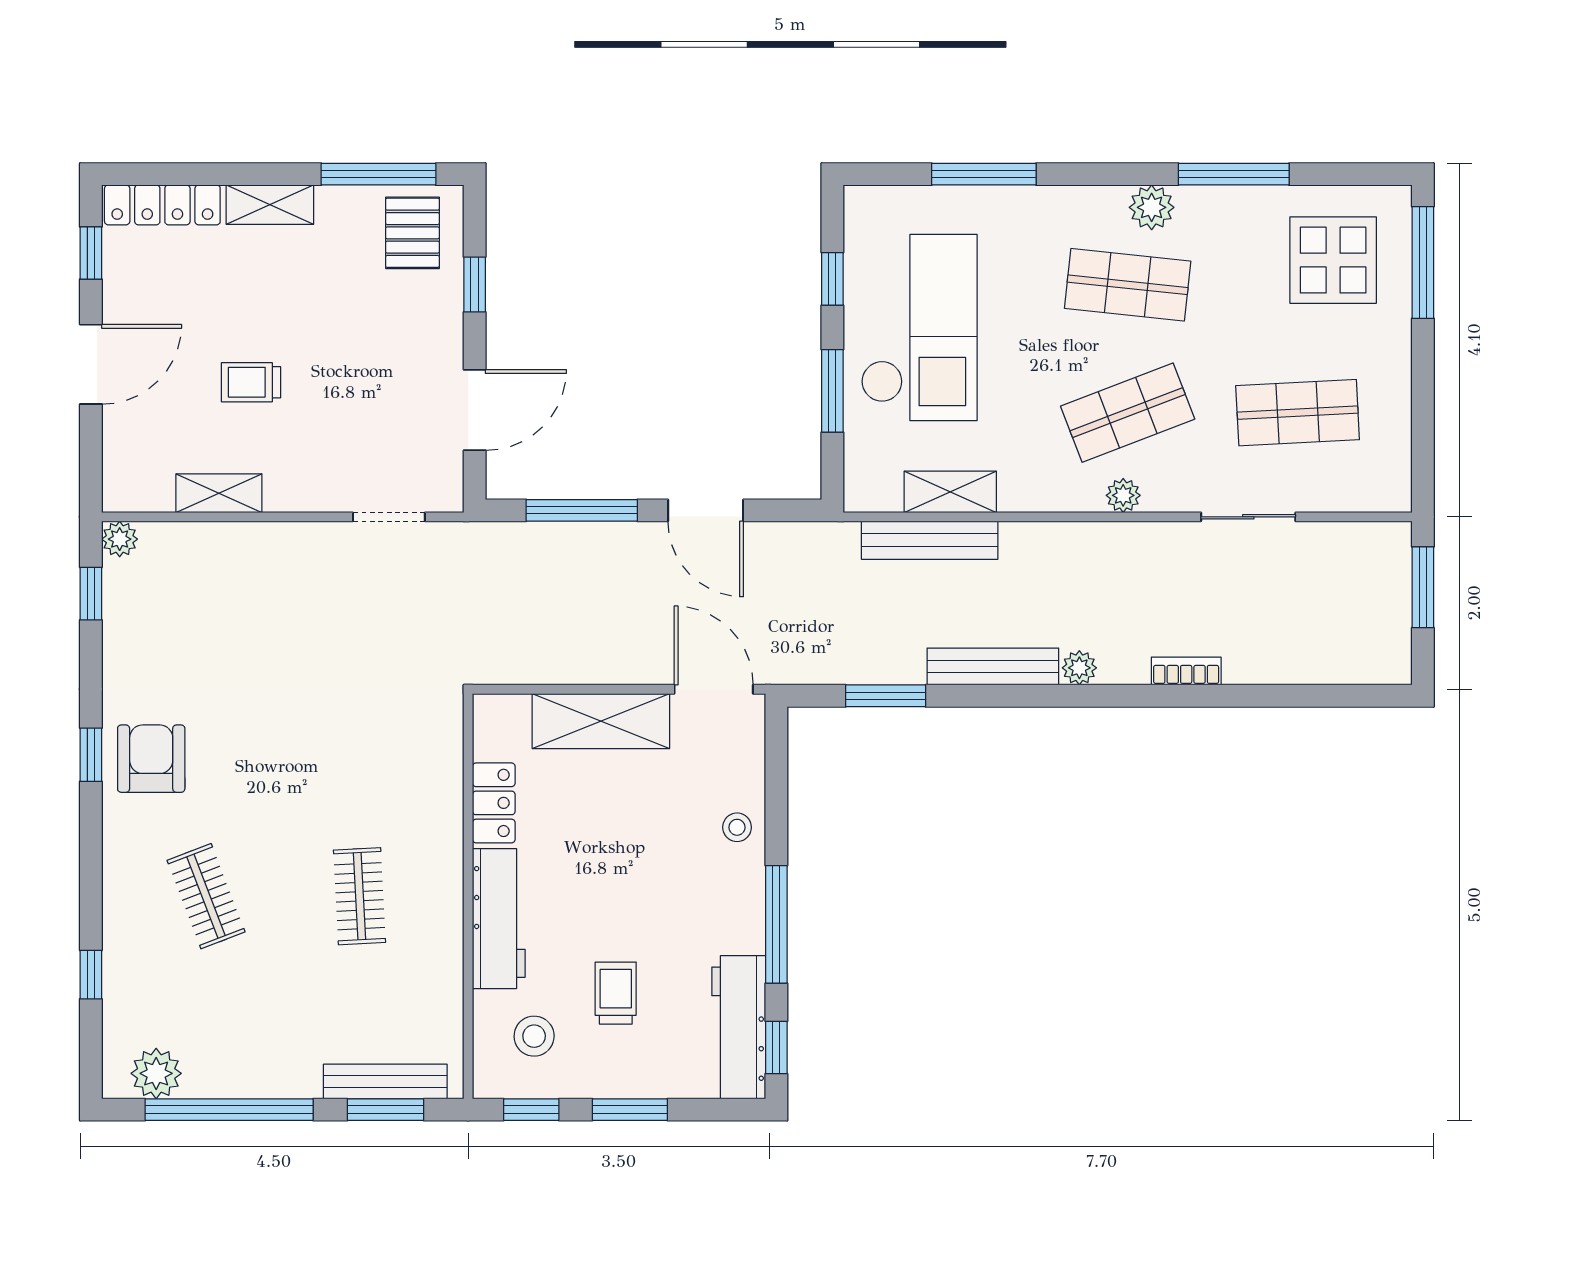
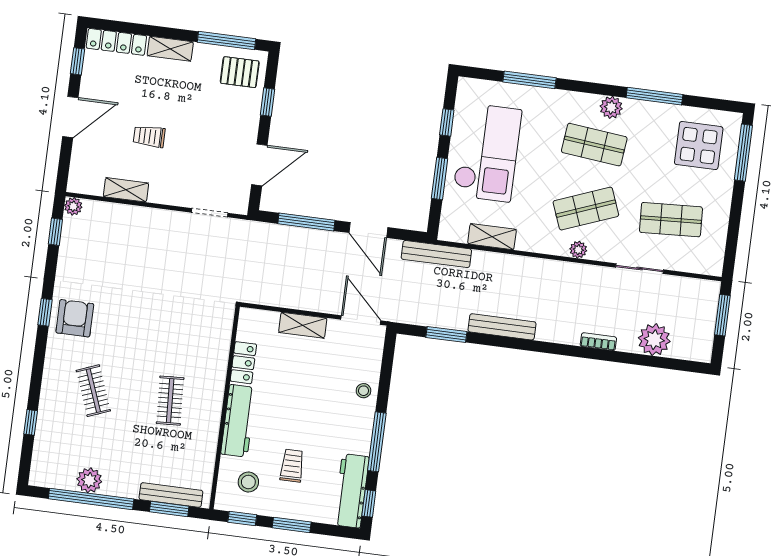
pallet: (412, 233) -> (240, 72), turned 90
bench: (930, 540) -> (436, 254), moved
plant: (1079, 668) -> (654, 340), moved, width x1.88, depth x1.88
shelving: (601, 721) -> (303, 325), width x0.67, depth x0.75
plant: (156, 1073) -> (89, 480), moved

